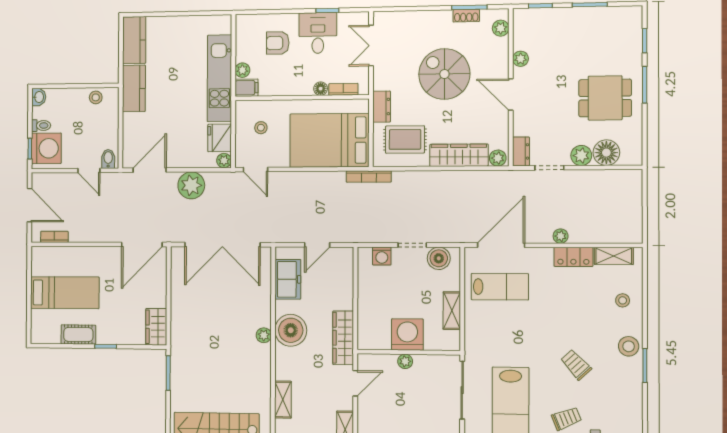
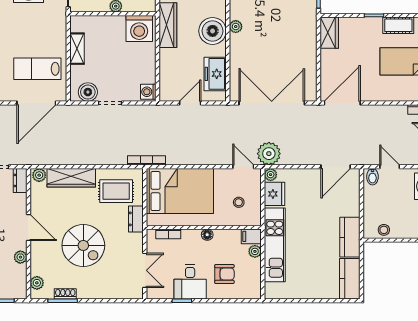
floor lamp: (321, 89) -> (207, 235), moved
plant: (191, 185) -> (269, 154), moved
washing machine: (382, 256) -> (148, 92), moved, turned -90
washing machine: (407, 334) -> (139, 29), moved

